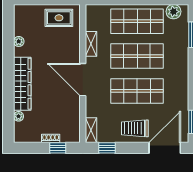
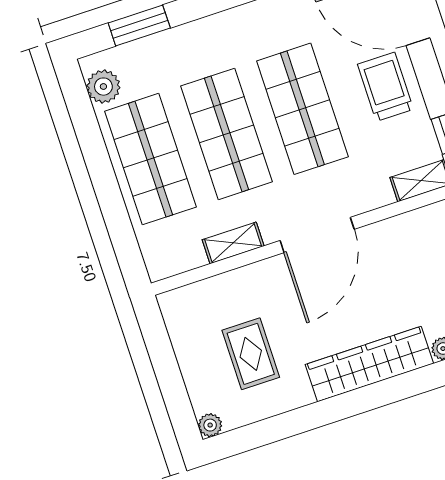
rug: (59, 18) -> (251, 354), moved
plant: (19, 41) -> (210, 425), moved
trolley: (135, 128) -> (385, 87), turned 180

